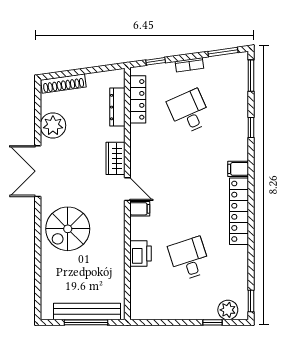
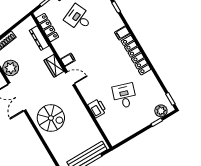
filing cabinet: (140, 209) -> (68, 60), moved
spiral stairs: (68, 229) -> (51, 118), turned -90
desk: (189, 259) -> (124, 96), turned 36

